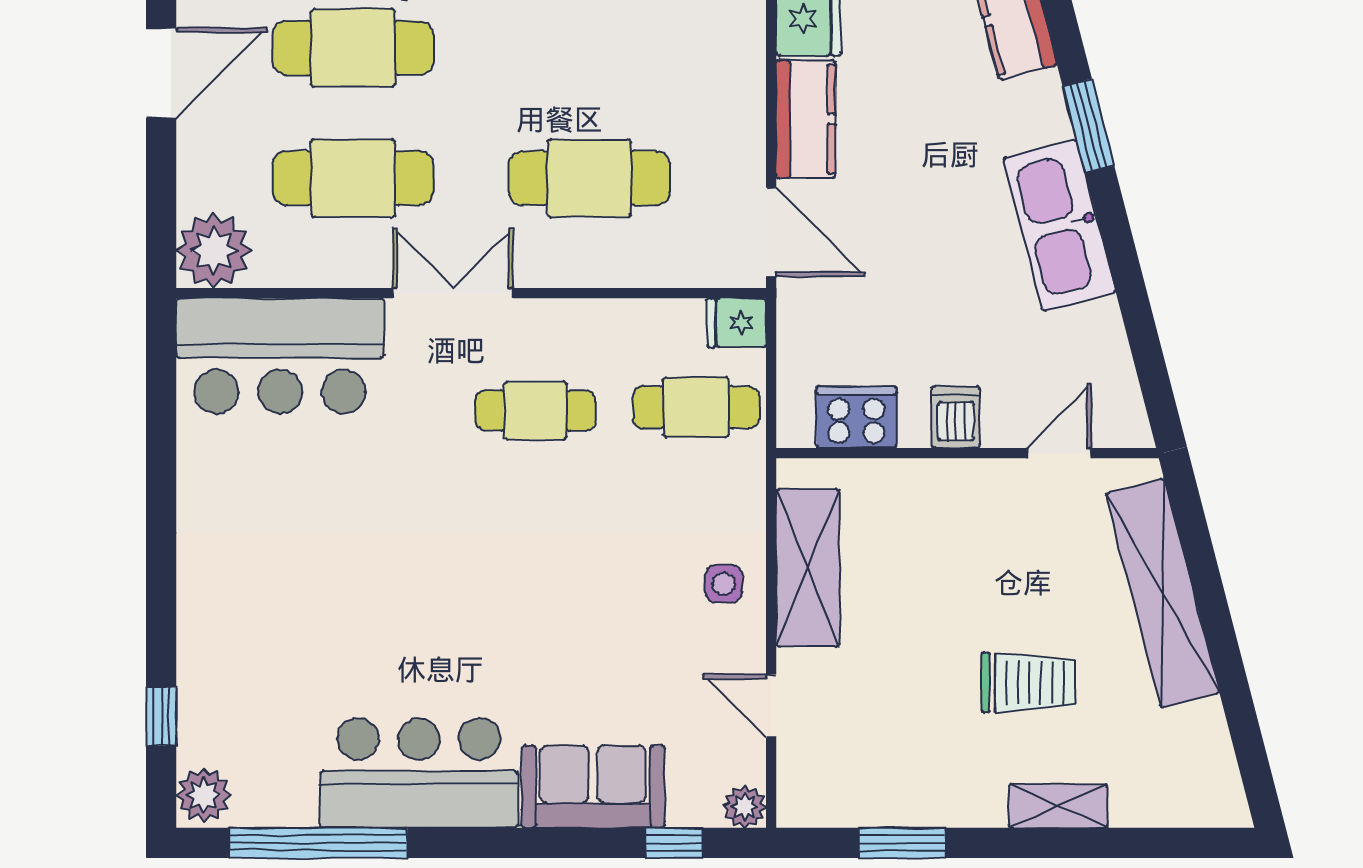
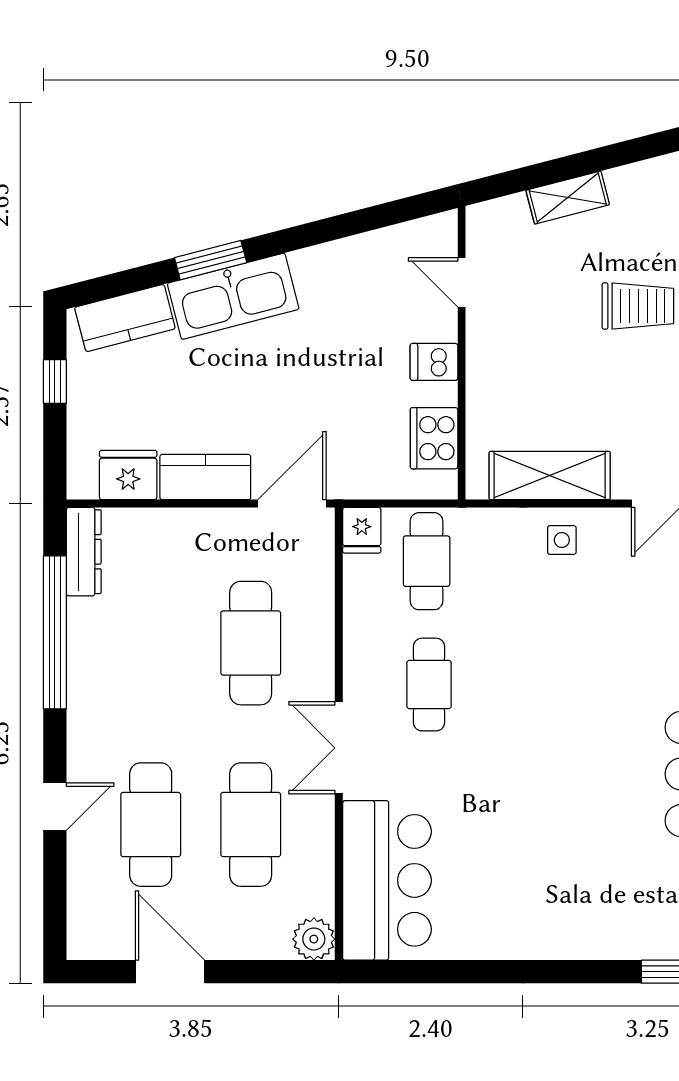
kitchen sink: (1059, 225) -> (233, 296), moved
plant: (214, 250) -> (314, 939), width x0.73, depth x0.73
shelving: (1163, 593) -> (568, 198), width x0.45, depth x0.75
trolley: (1029, 683) -> (638, 306), turned 90

